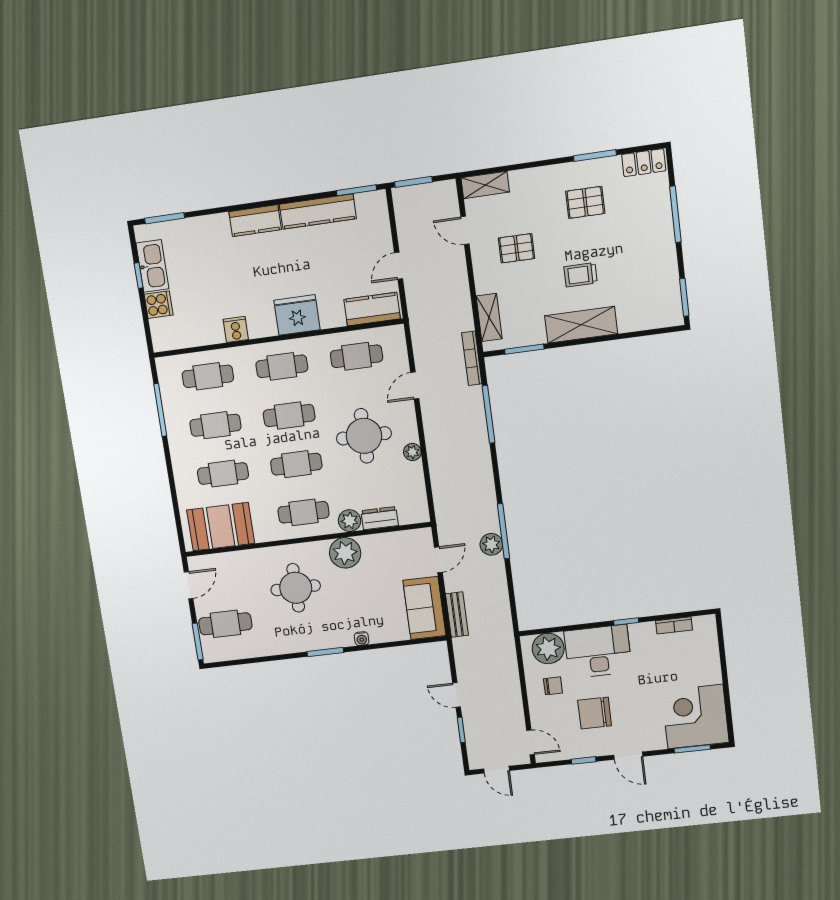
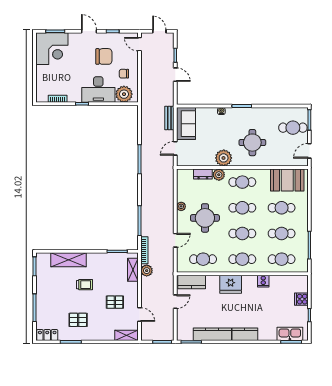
kitchen sink: (152, 266) -> (290, 334), moved, turned 90
shelving: (581, 325) -> (68, 260), moved
plant: (491, 544) -> (147, 271), moved

